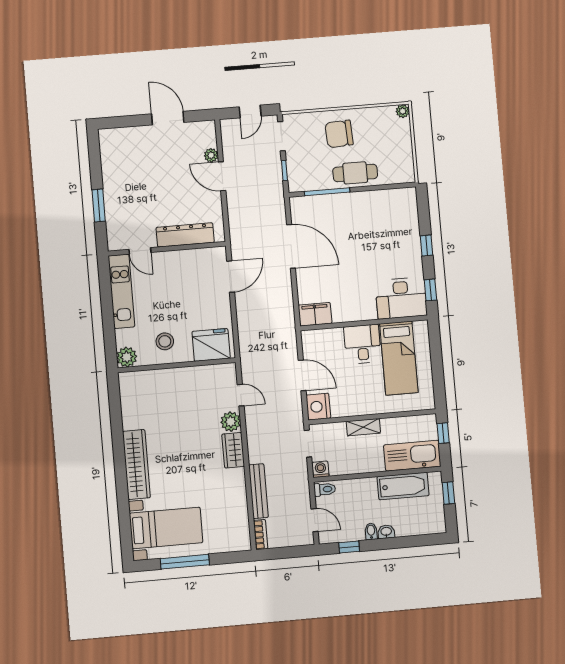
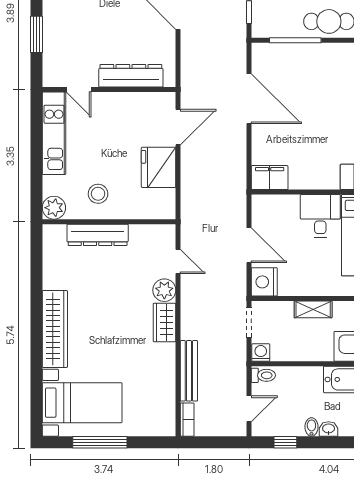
fridge: (211, 345) -> (159, 167), moved, turned -90
dresser: (167, 378) -> (98, 235), added
door: (315, 520) -> (249, 409), hinge flipped

